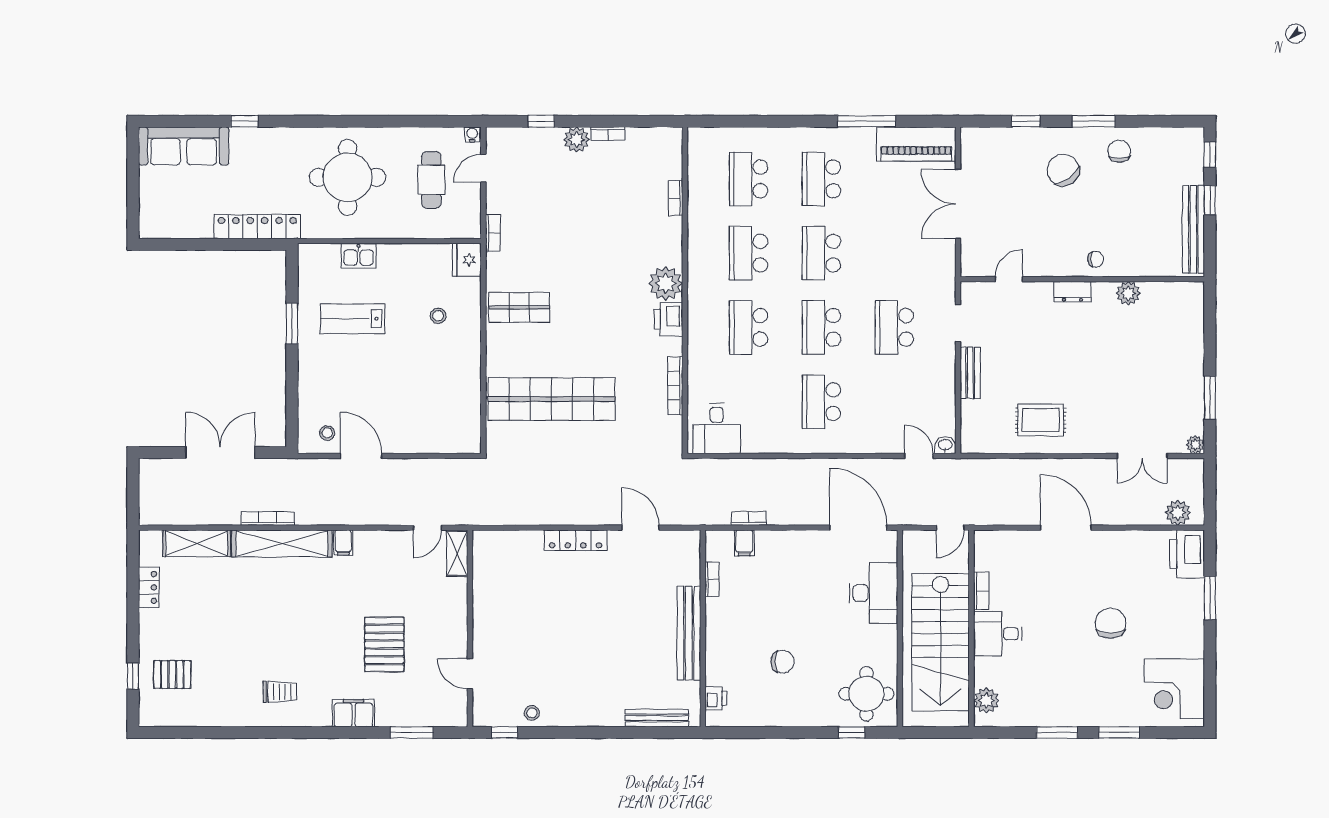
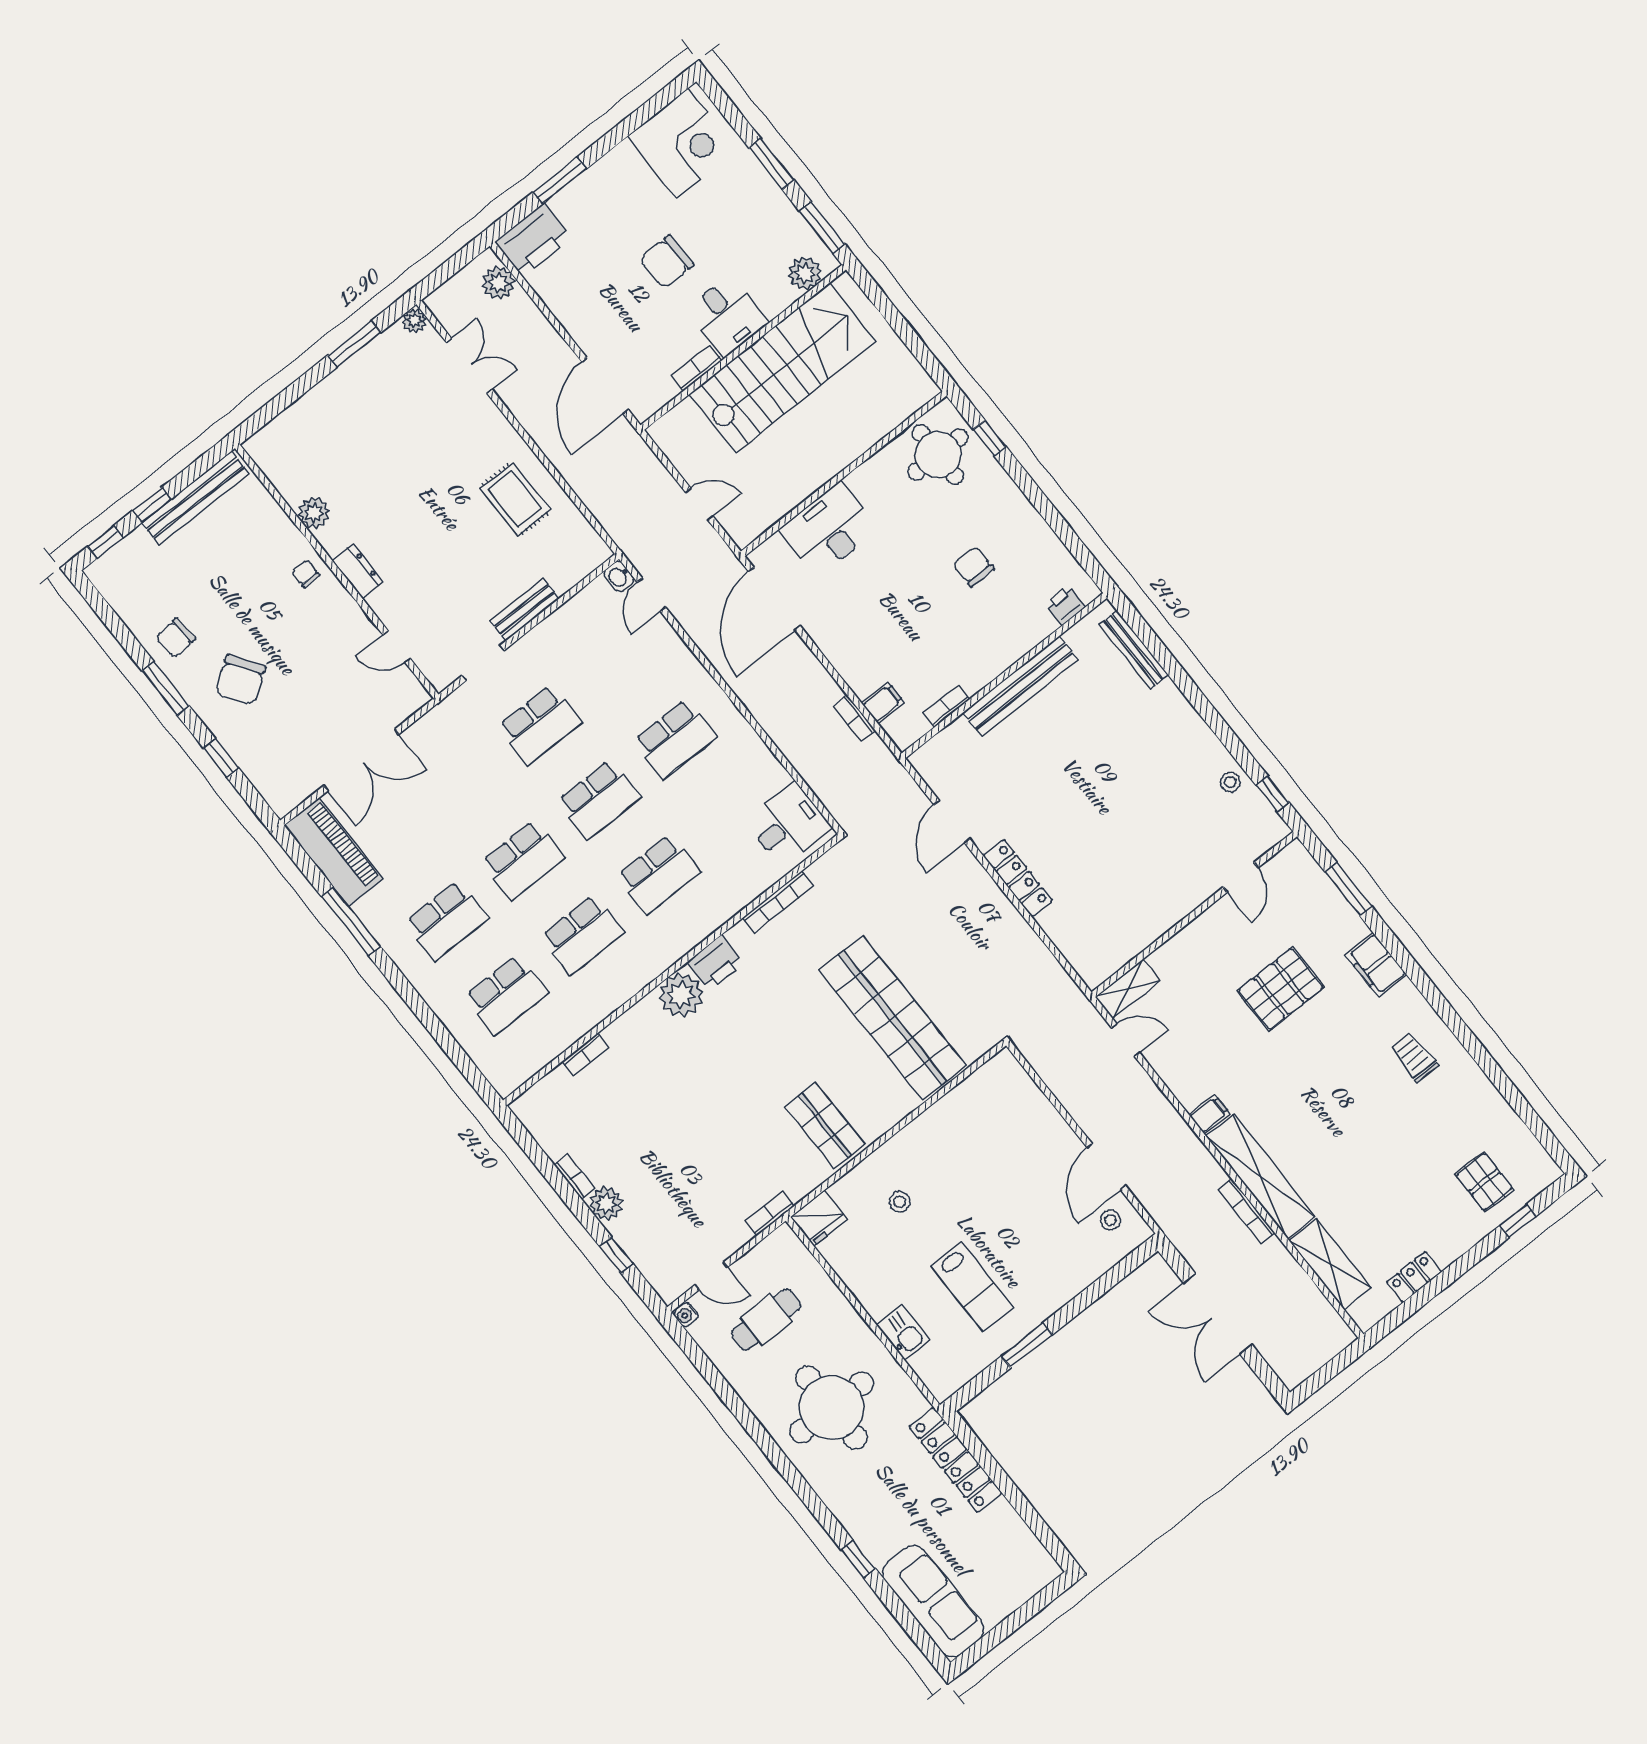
bookcase: (981, 591) -> (697, 368), moved
wall: (971, 628) -> (743, 347), moved
desk: (998, 634) -> (727, 316), moved
stairs: (941, 642) -> (783, 368), moved
plant: (986, 700) -> (805, 273), moved

